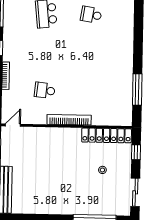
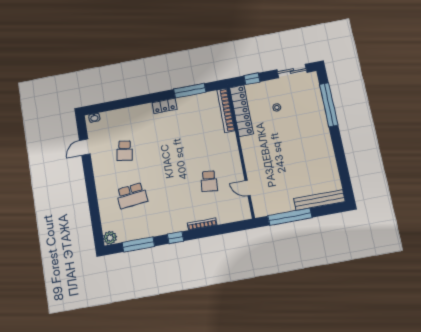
locker: (127, 62) -> (165, 106), added
bookcase: (69, 120) -> (226, 110), moved
door: (13, 125) -> (248, 188), moved

